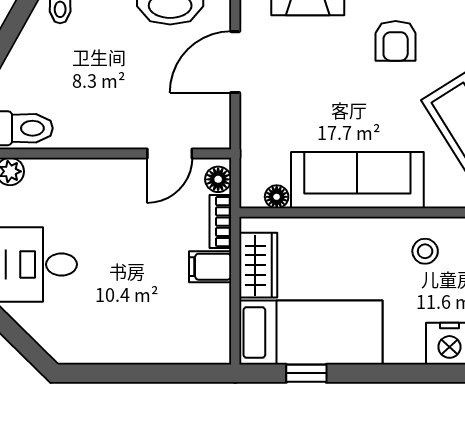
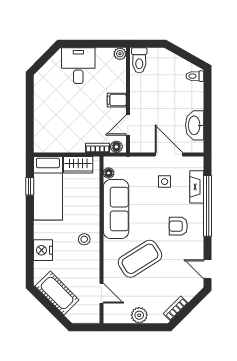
side table: (296, 72) -> (165, 182), added
door: (170, 154) -> (128, 125), hinge flipped
filing cabinet: (210, 267) -> (117, 100), moved, turned -90

